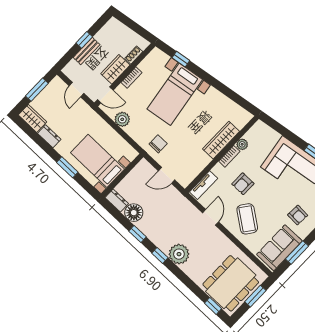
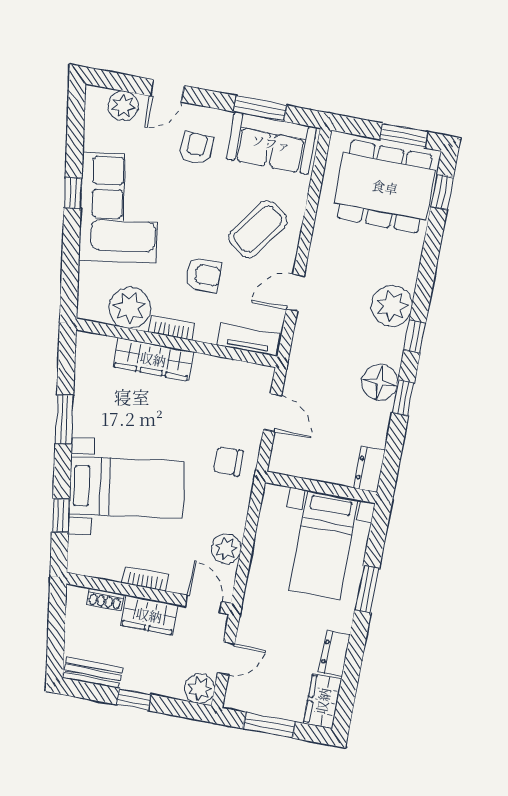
bench: (87, 51) -> (93, 673), moved
plant: (71, 70) -> (200, 689), added
window: (220, 87) -> (64, 419), added
plant: (242, 144) -> (130, 308), width x1.87, depth x1.87
floor lamp: (134, 213) -> (380, 382), moved
window: (255, 296) -> (404, 135), moved

